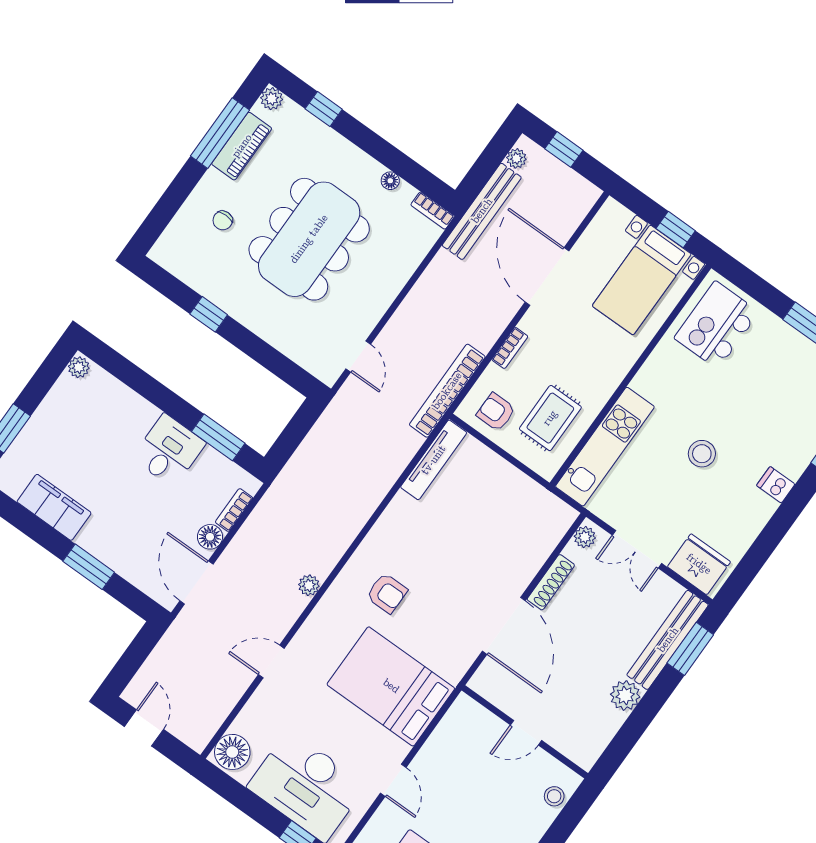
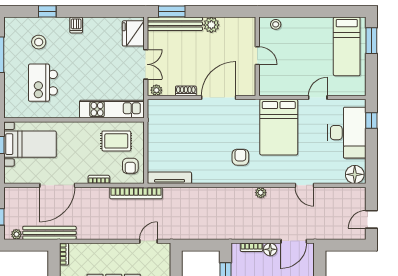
kitchen island: (717, 325) -> (43, 83), moved, turned 90
stool: (702, 454) -> (39, 42), moved
shoe rack: (551, 582) -> (186, 91), width x0.70

